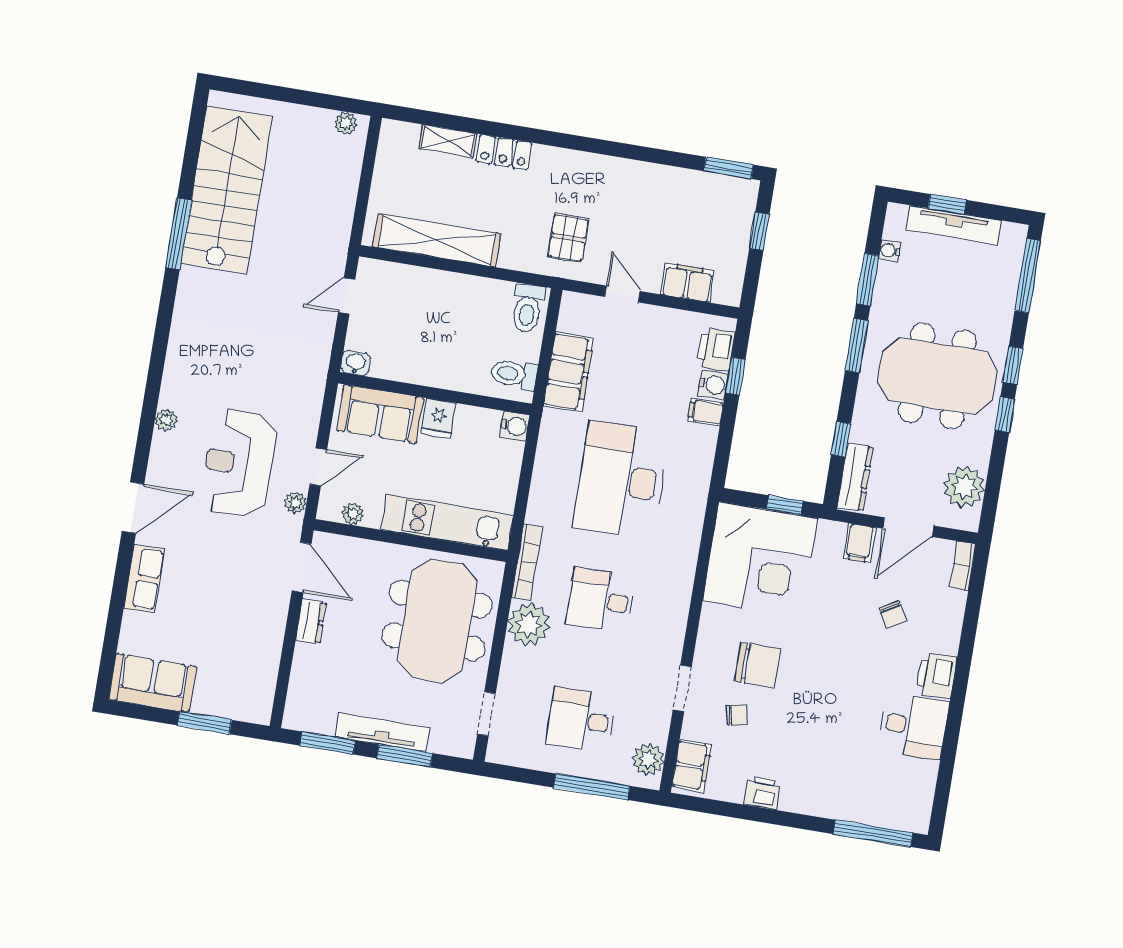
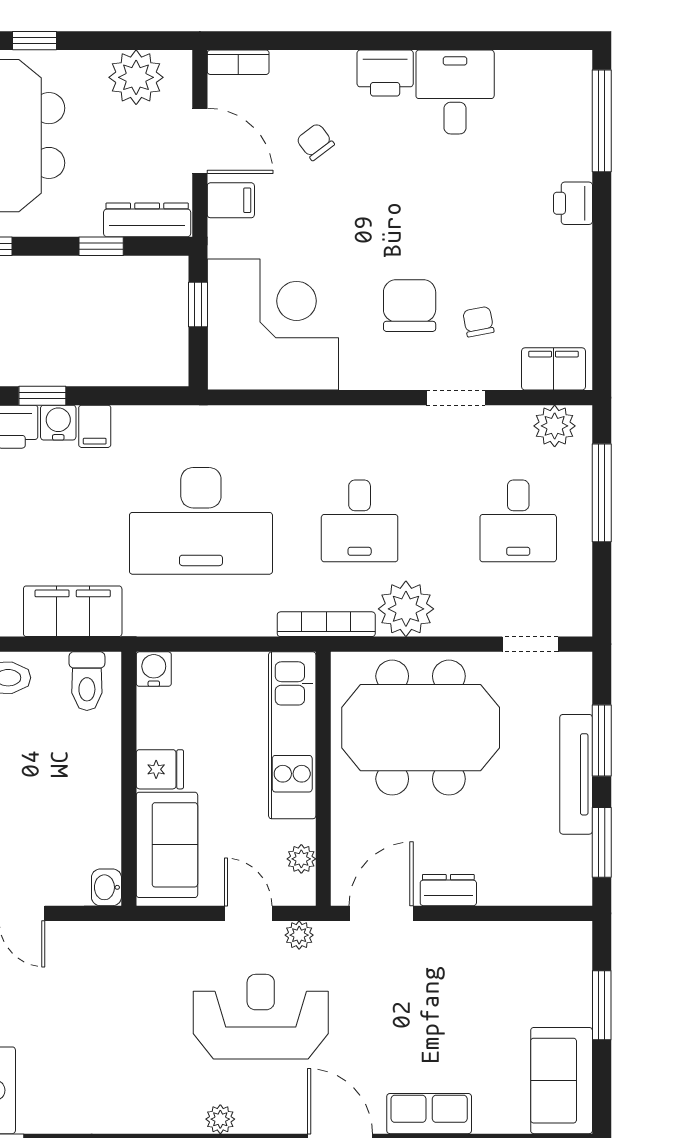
reception desk: (239, 463) -> (261, 1017), turned 180
chair: (893, 614) -> (315, 142), turned -97
printer: (762, 793) -> (573, 203), moved

